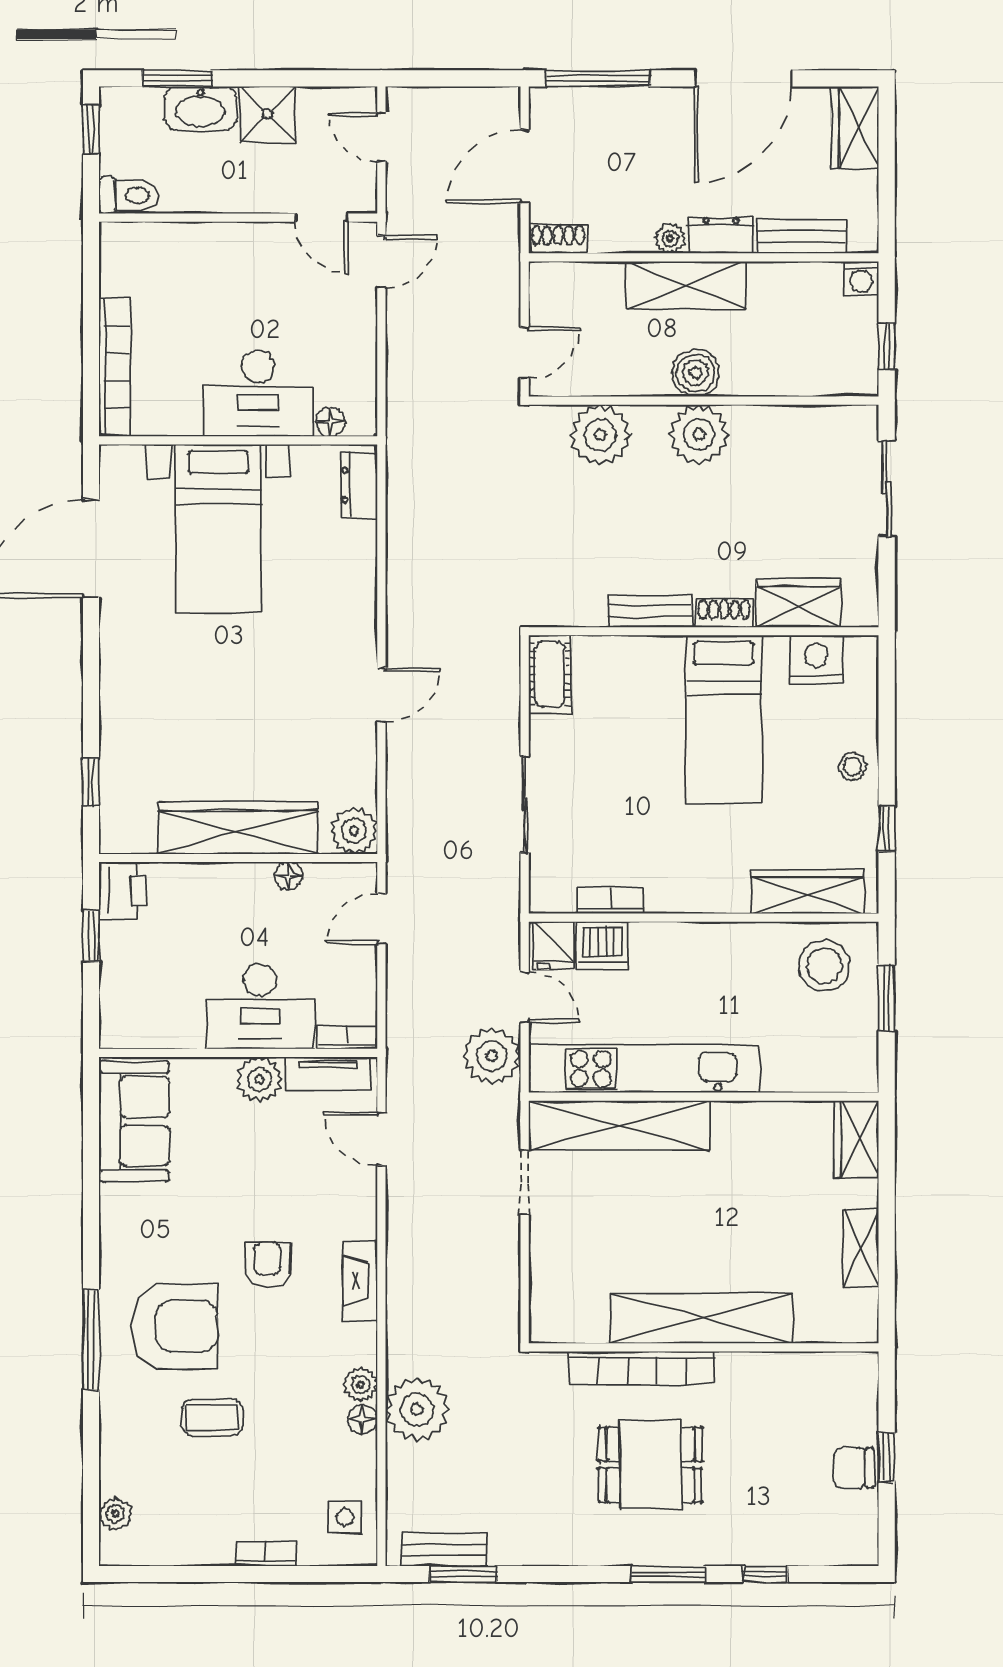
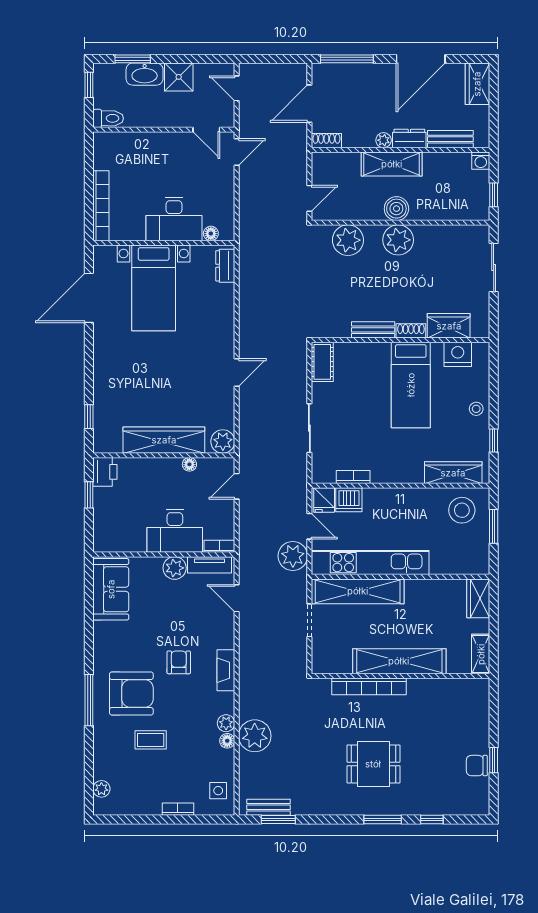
shelving: (701, 1318) -> (399, 661), moved
wall: (704, 1347) -> (401, 676), moved
bookcase: (641, 1368) -> (369, 686), moved

